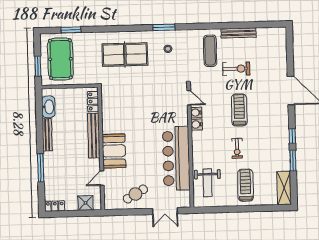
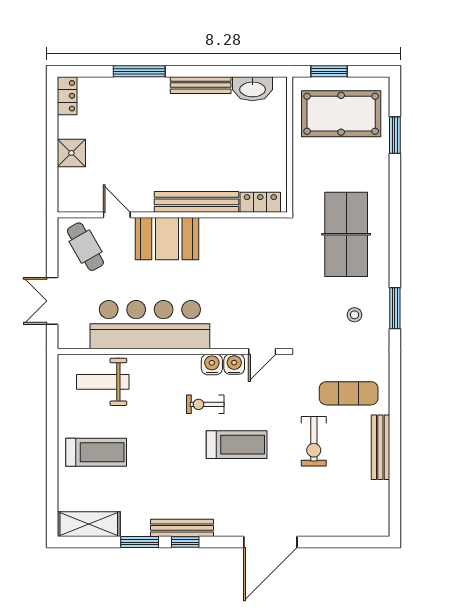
locker: (93, 101) -> (260, 202), moved
bench: (94, 136) -> (196, 202), moved
bench: (285, 138) -> (182, 528), added
wall: (101, 148) -> (172, 215), moved
exercise bike: (237, 148) -> (205, 404), moved
booth: (114, 151) -> (167, 239), moved
door: (102, 178) -> (117, 215), moved

